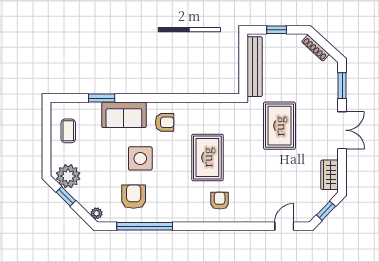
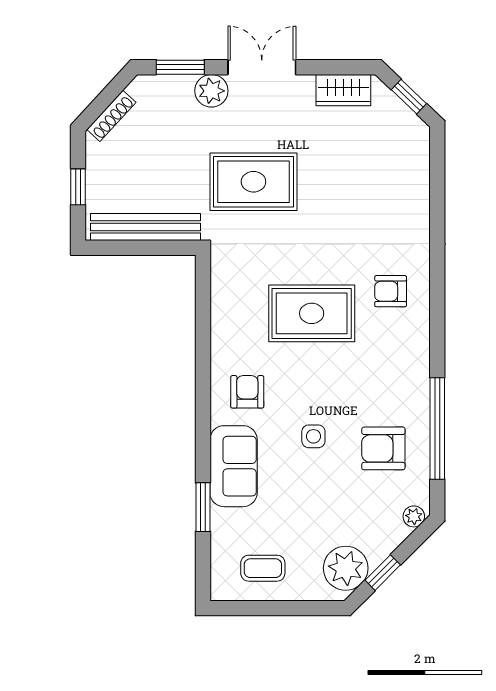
plant: (329, 103) -> (211, 91), added
side table: (140, 158) -> (313, 436), width x0.54, depth x0.54
door: (284, 226) -> (437, 173), removed

